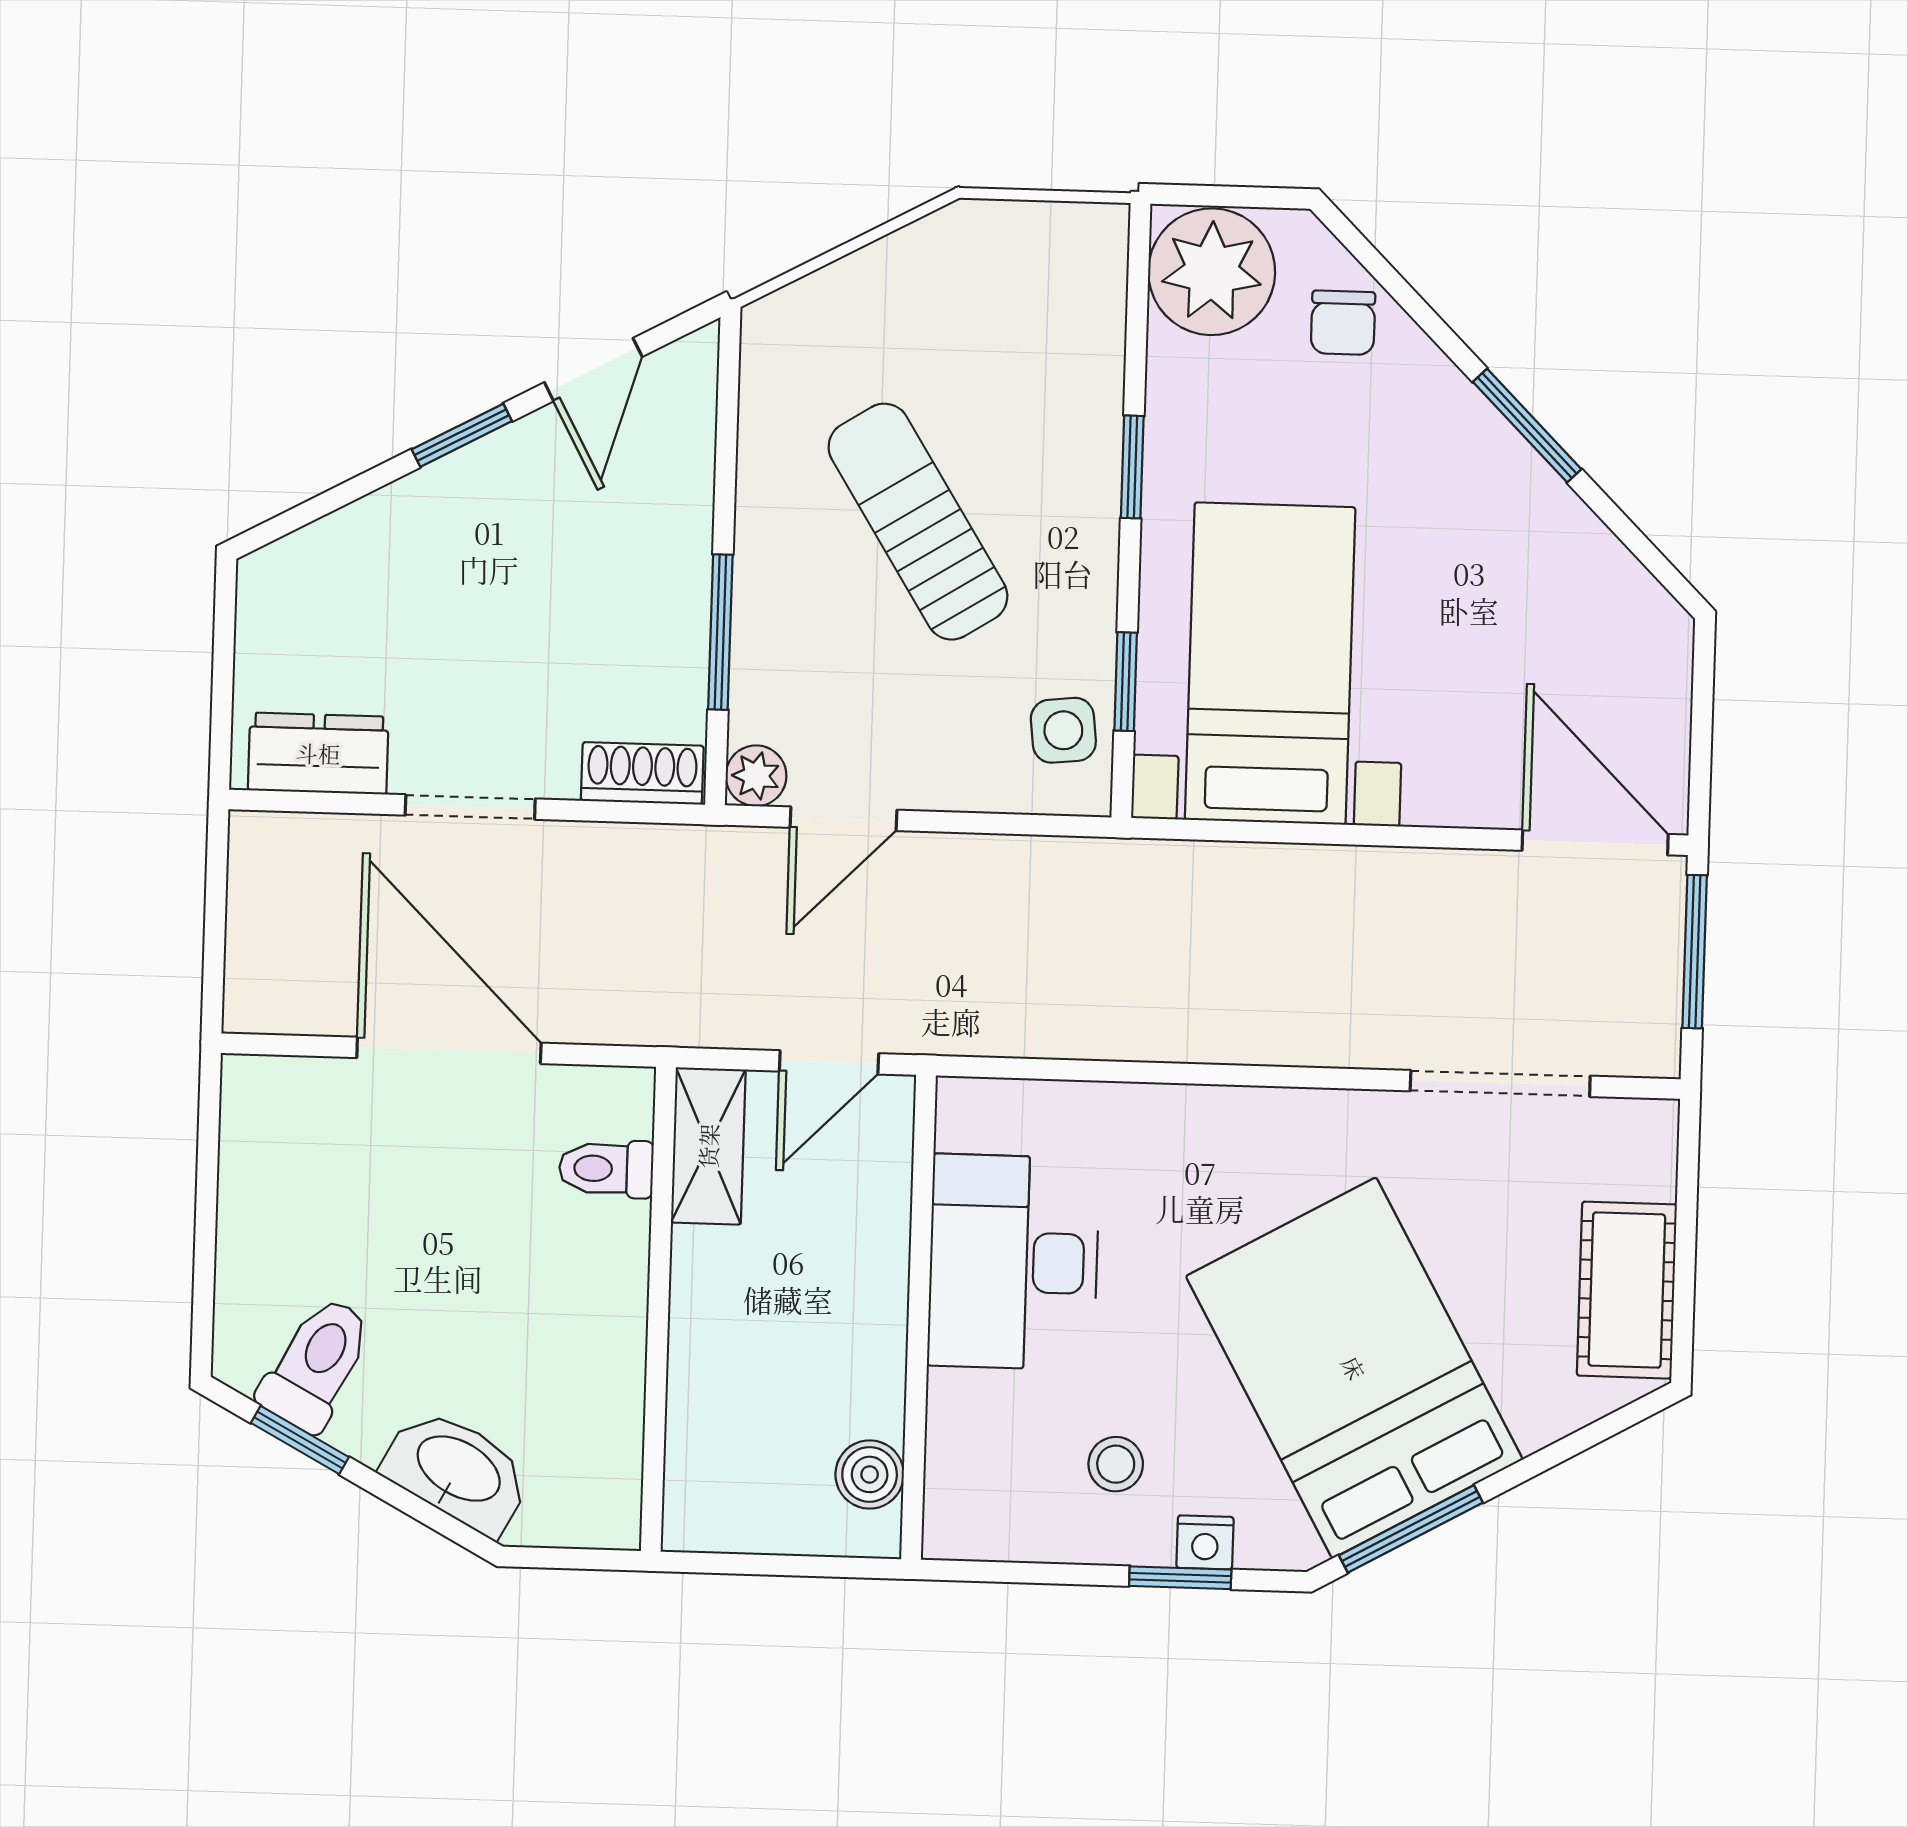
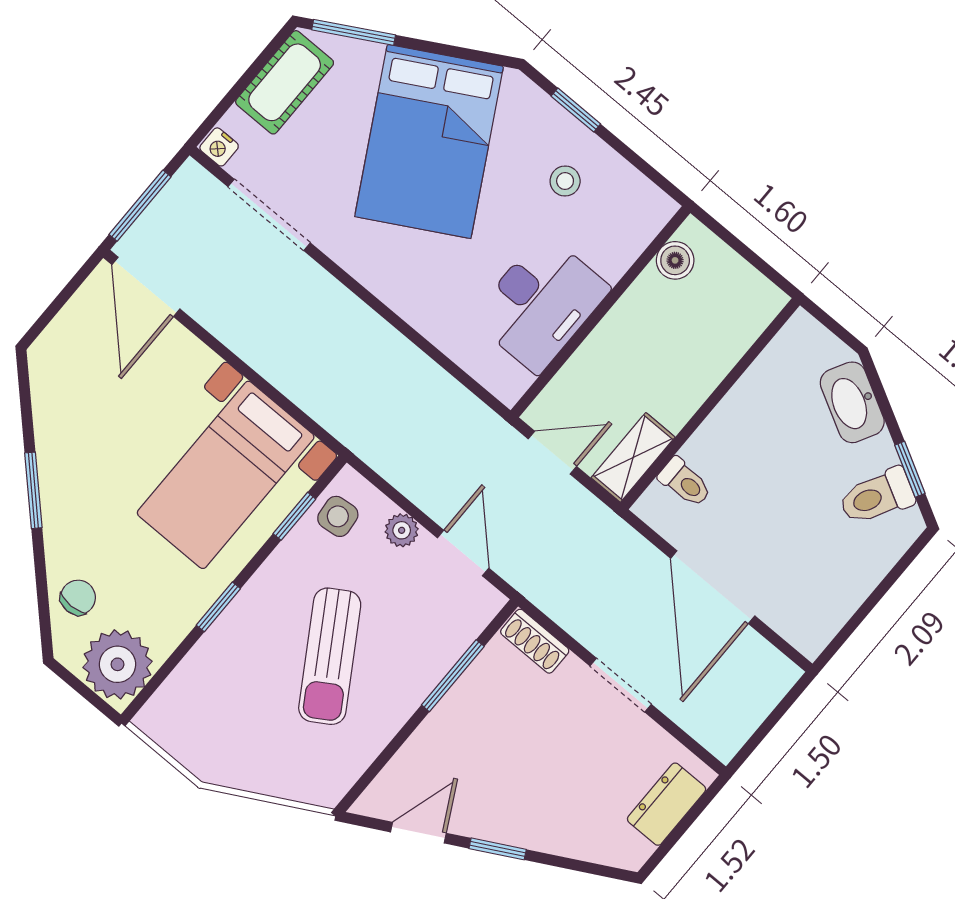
dresser: (318, 753) -> (667, 804), moved, turned 90
plant: (756, 776) -> (402, 530), moved
door: (844, 819) -> (463, 553), hinge flipped
window: (1411, 1529) -> (354, 32), moved
nightstand: (1205, 1542) -> (219, 147), moved, turned 180

